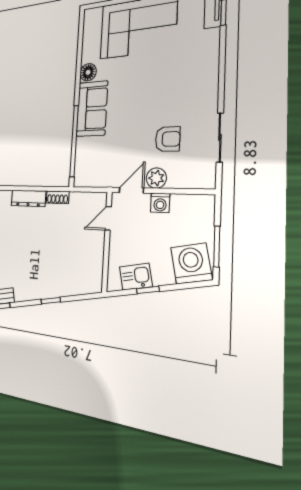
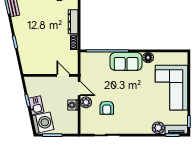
plant: (209, 41) -> (158, 128), added
kitchen sink: (136, 277) -> (36, 105), moved

